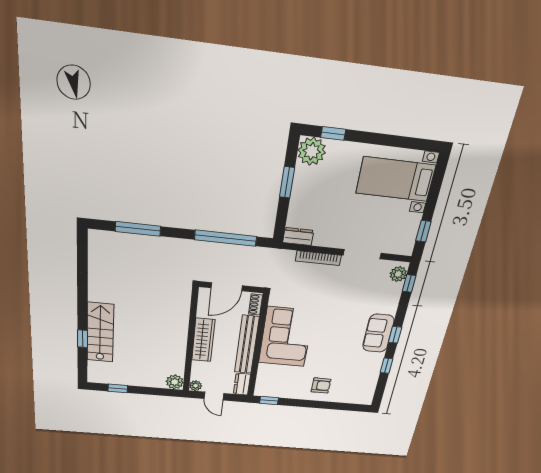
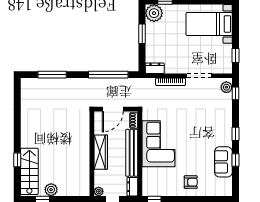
stairs: (100, 333) -> (29, 171), moved
sofa: (378, 333) -> (223, 162), moved
plant: (175, 382) -> (51, 190), moved

